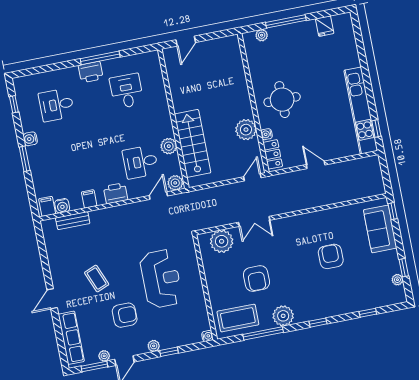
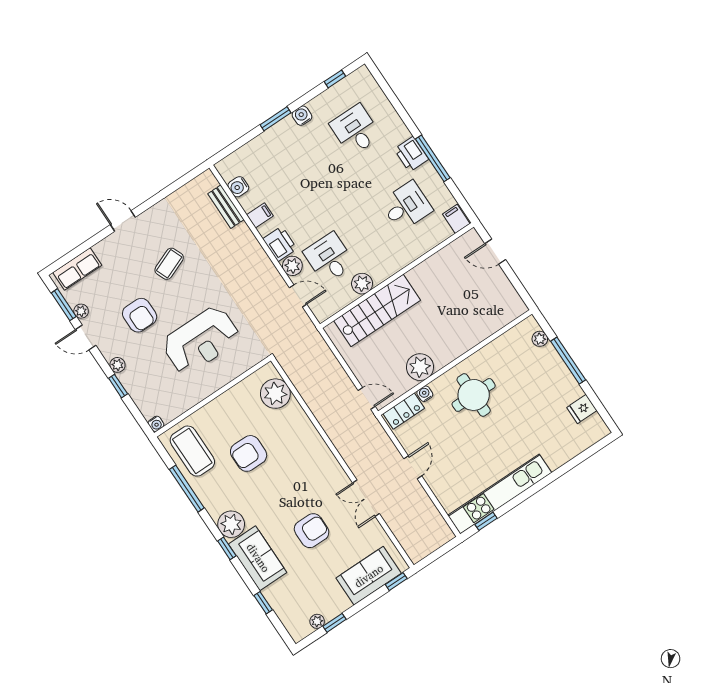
plant: (175, 183) -> (292, 266), moved
filing cabinet: (47, 206) -> (456, 219), moved, turned -90
double door: (254, 221) -> (366, 498), moved
sofa: (334, 303) -> (258, 558), added
plant: (283, 316) -> (231, 524), moved
row of seats: (71, 338) -> (77, 269), width x0.68

